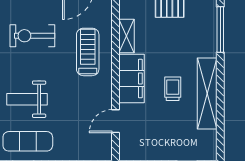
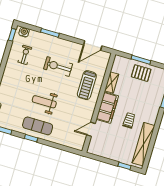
treadmill: (88, 52) -> (87, 85), turned 180
shelving: (207, 93) -> (143, 144), moved

